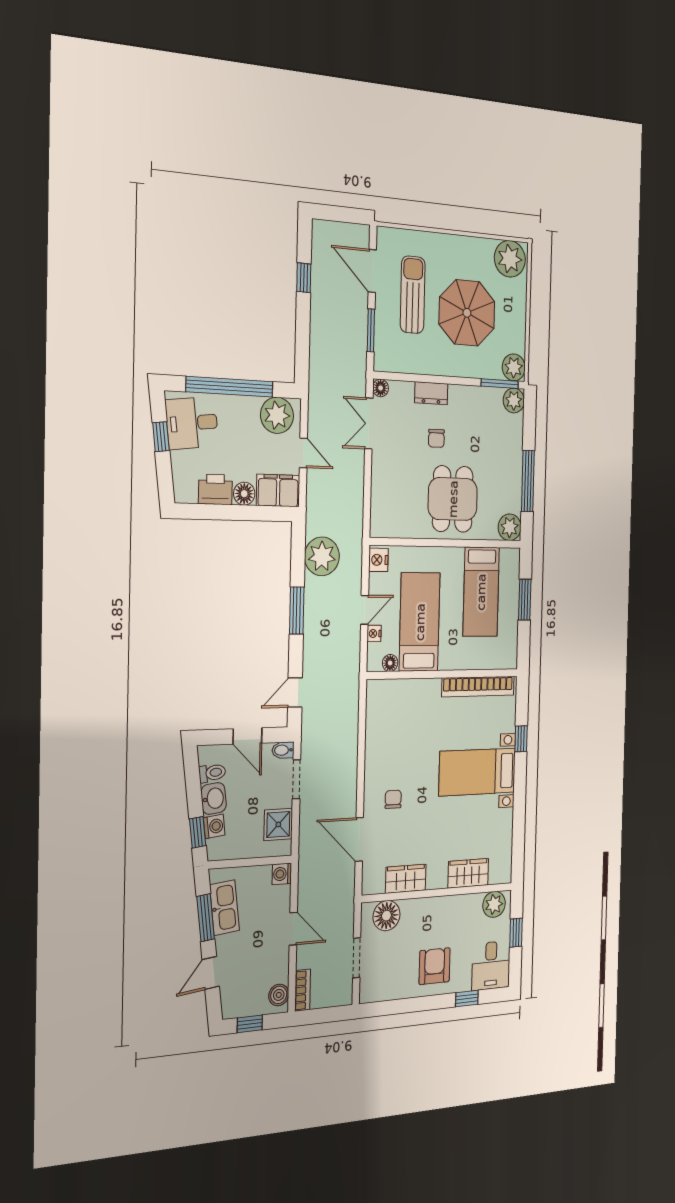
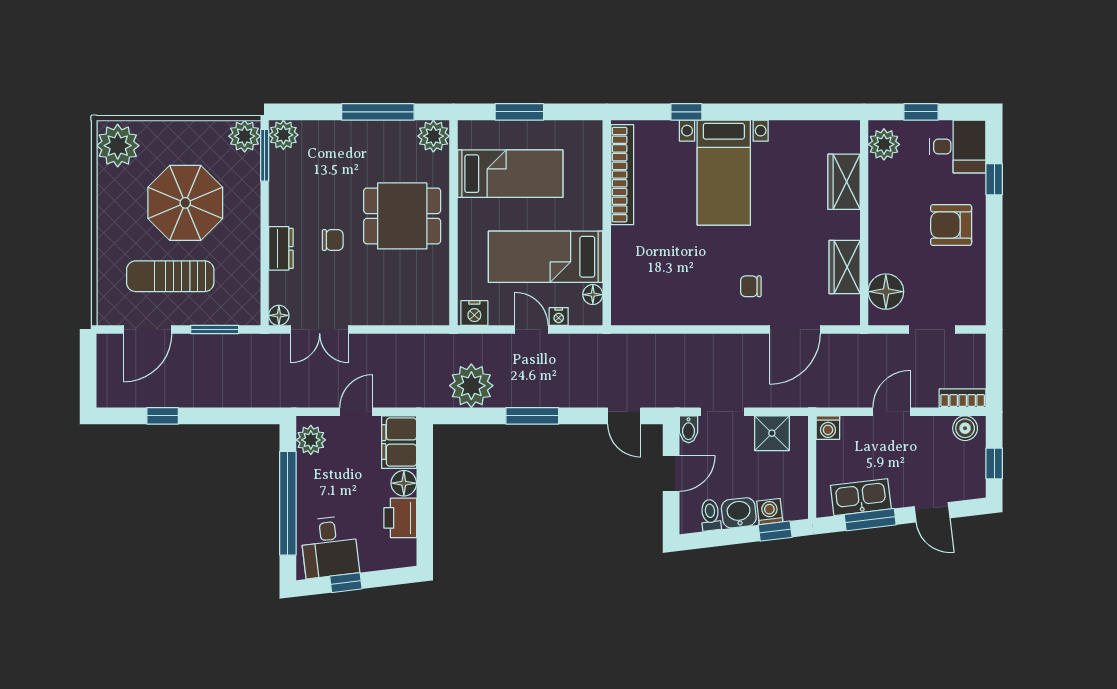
plant: (277, 415) -> (311, 440), width x0.73, depth x0.73

